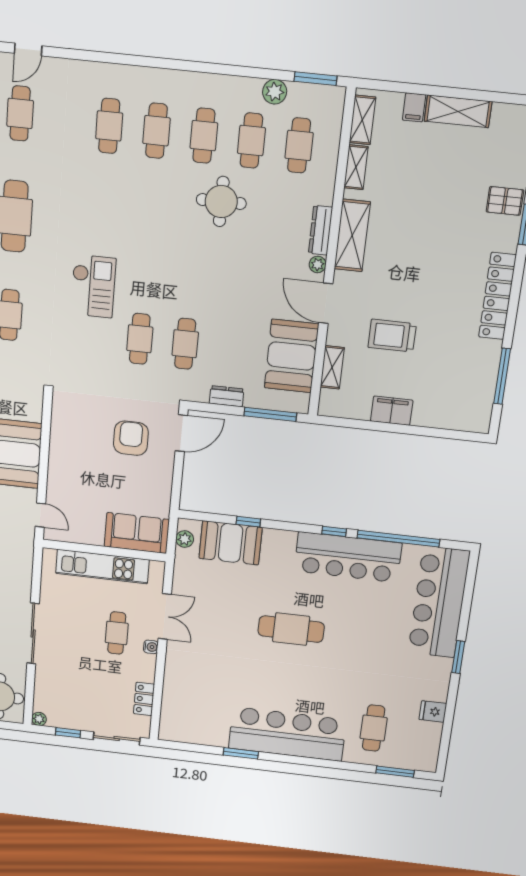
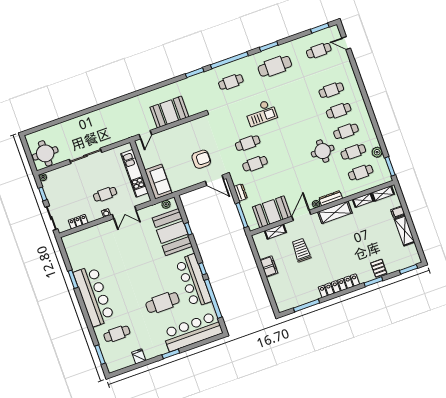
booth: (231, 543) -> (172, 232), width x1.36, depth x1.42
cafe table: (291, 629) -> (162, 303), moved, turned 90

